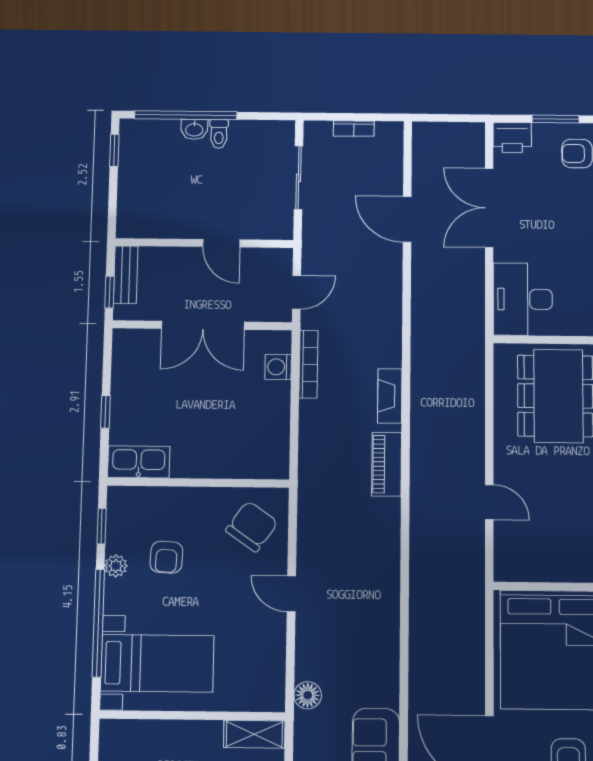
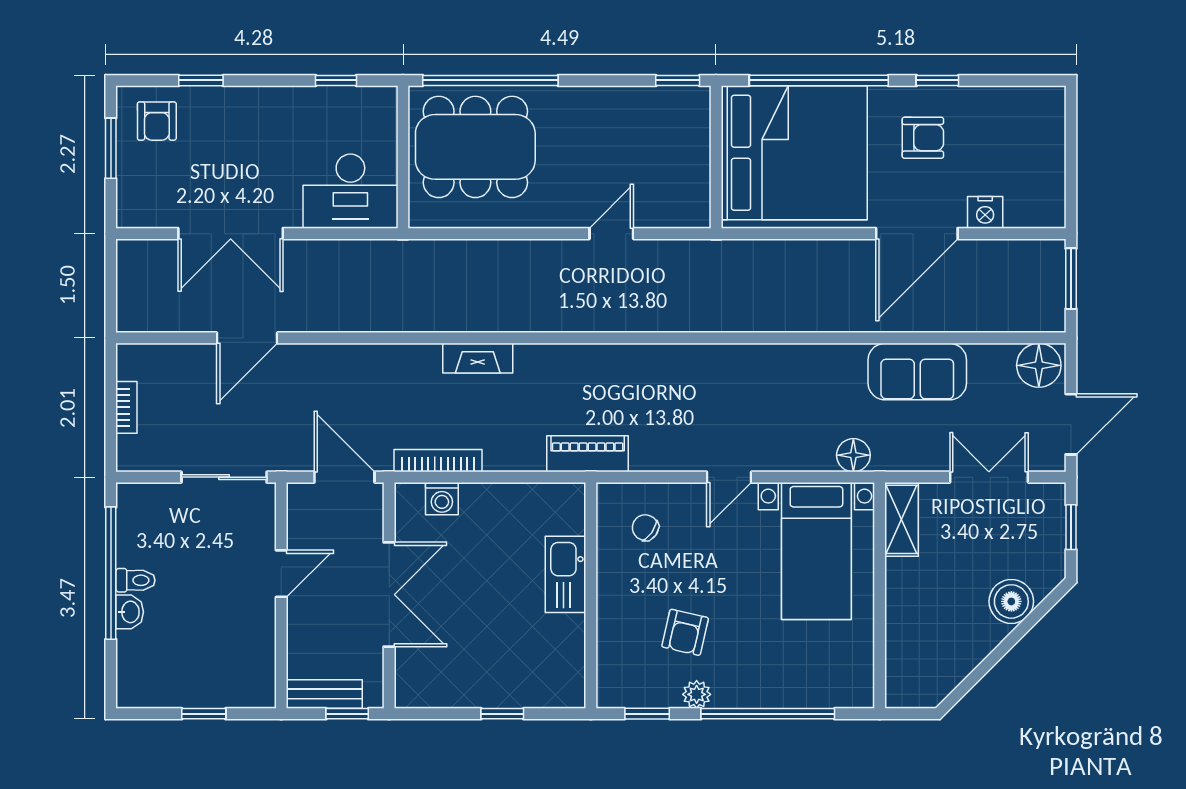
window: (186, 115) -> (111, 573), moved
printer: (512, 137) -> (136, 204), removed
window: (114, 150) -> (204, 714), moved
sliding door: (298, 178) -> (224, 477), moved
door: (297, 292) -> (344, 477), width x1.38
kitchen sink: (139, 462) -> (565, 574), moved
piano: (387, 464) -> (588, 454), moved, turned 180
chair: (252, 526) -> (645, 528), width x0.54, depth x0.54
armchair: (166, 557) -> (685, 632), turned 100
bed with nightstands: (157, 663) -> (816, 551), moved, turned 180

